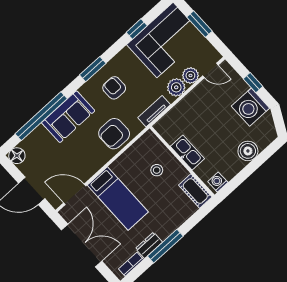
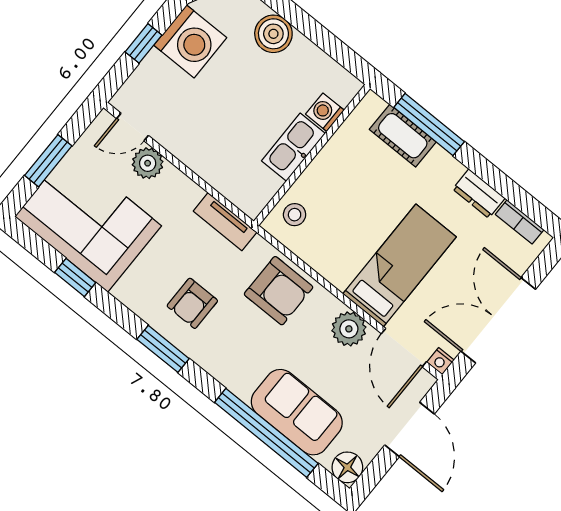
door: (210, 70) -> (132, 127), swing flipped
plant: (176, 87) -> (349, 329), moved
sofa: (68, 117) -> (297, 412), moved
stool: (157, 170) -> (295, 215), moved
washing machine: (218, 182) -> (325, 112), moved, turned 90
cot: (195, 191) -> (403, 136), moved, turned 90
nightstand: (65, 212) -> (440, 361), added
window: (165, 246) -> (429, 124), moved

